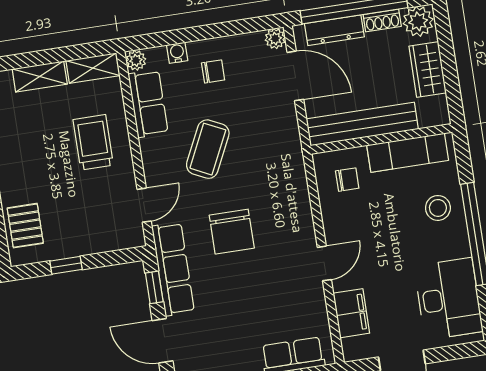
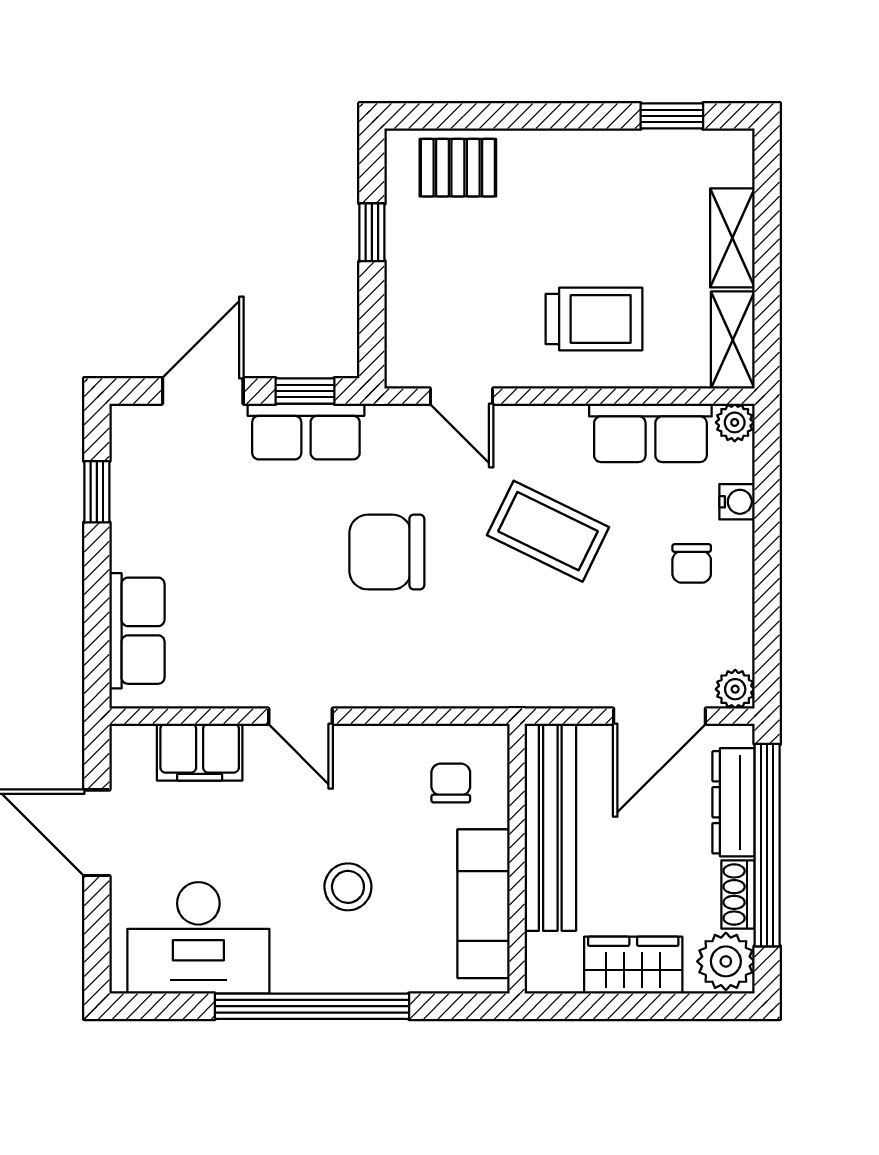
chair: (347, 180) -> (451, 783), turned 180
stool: (438, 208) -> (348, 887), moved
row of seats: (173, 269) -> (306, 431), width x0.68

